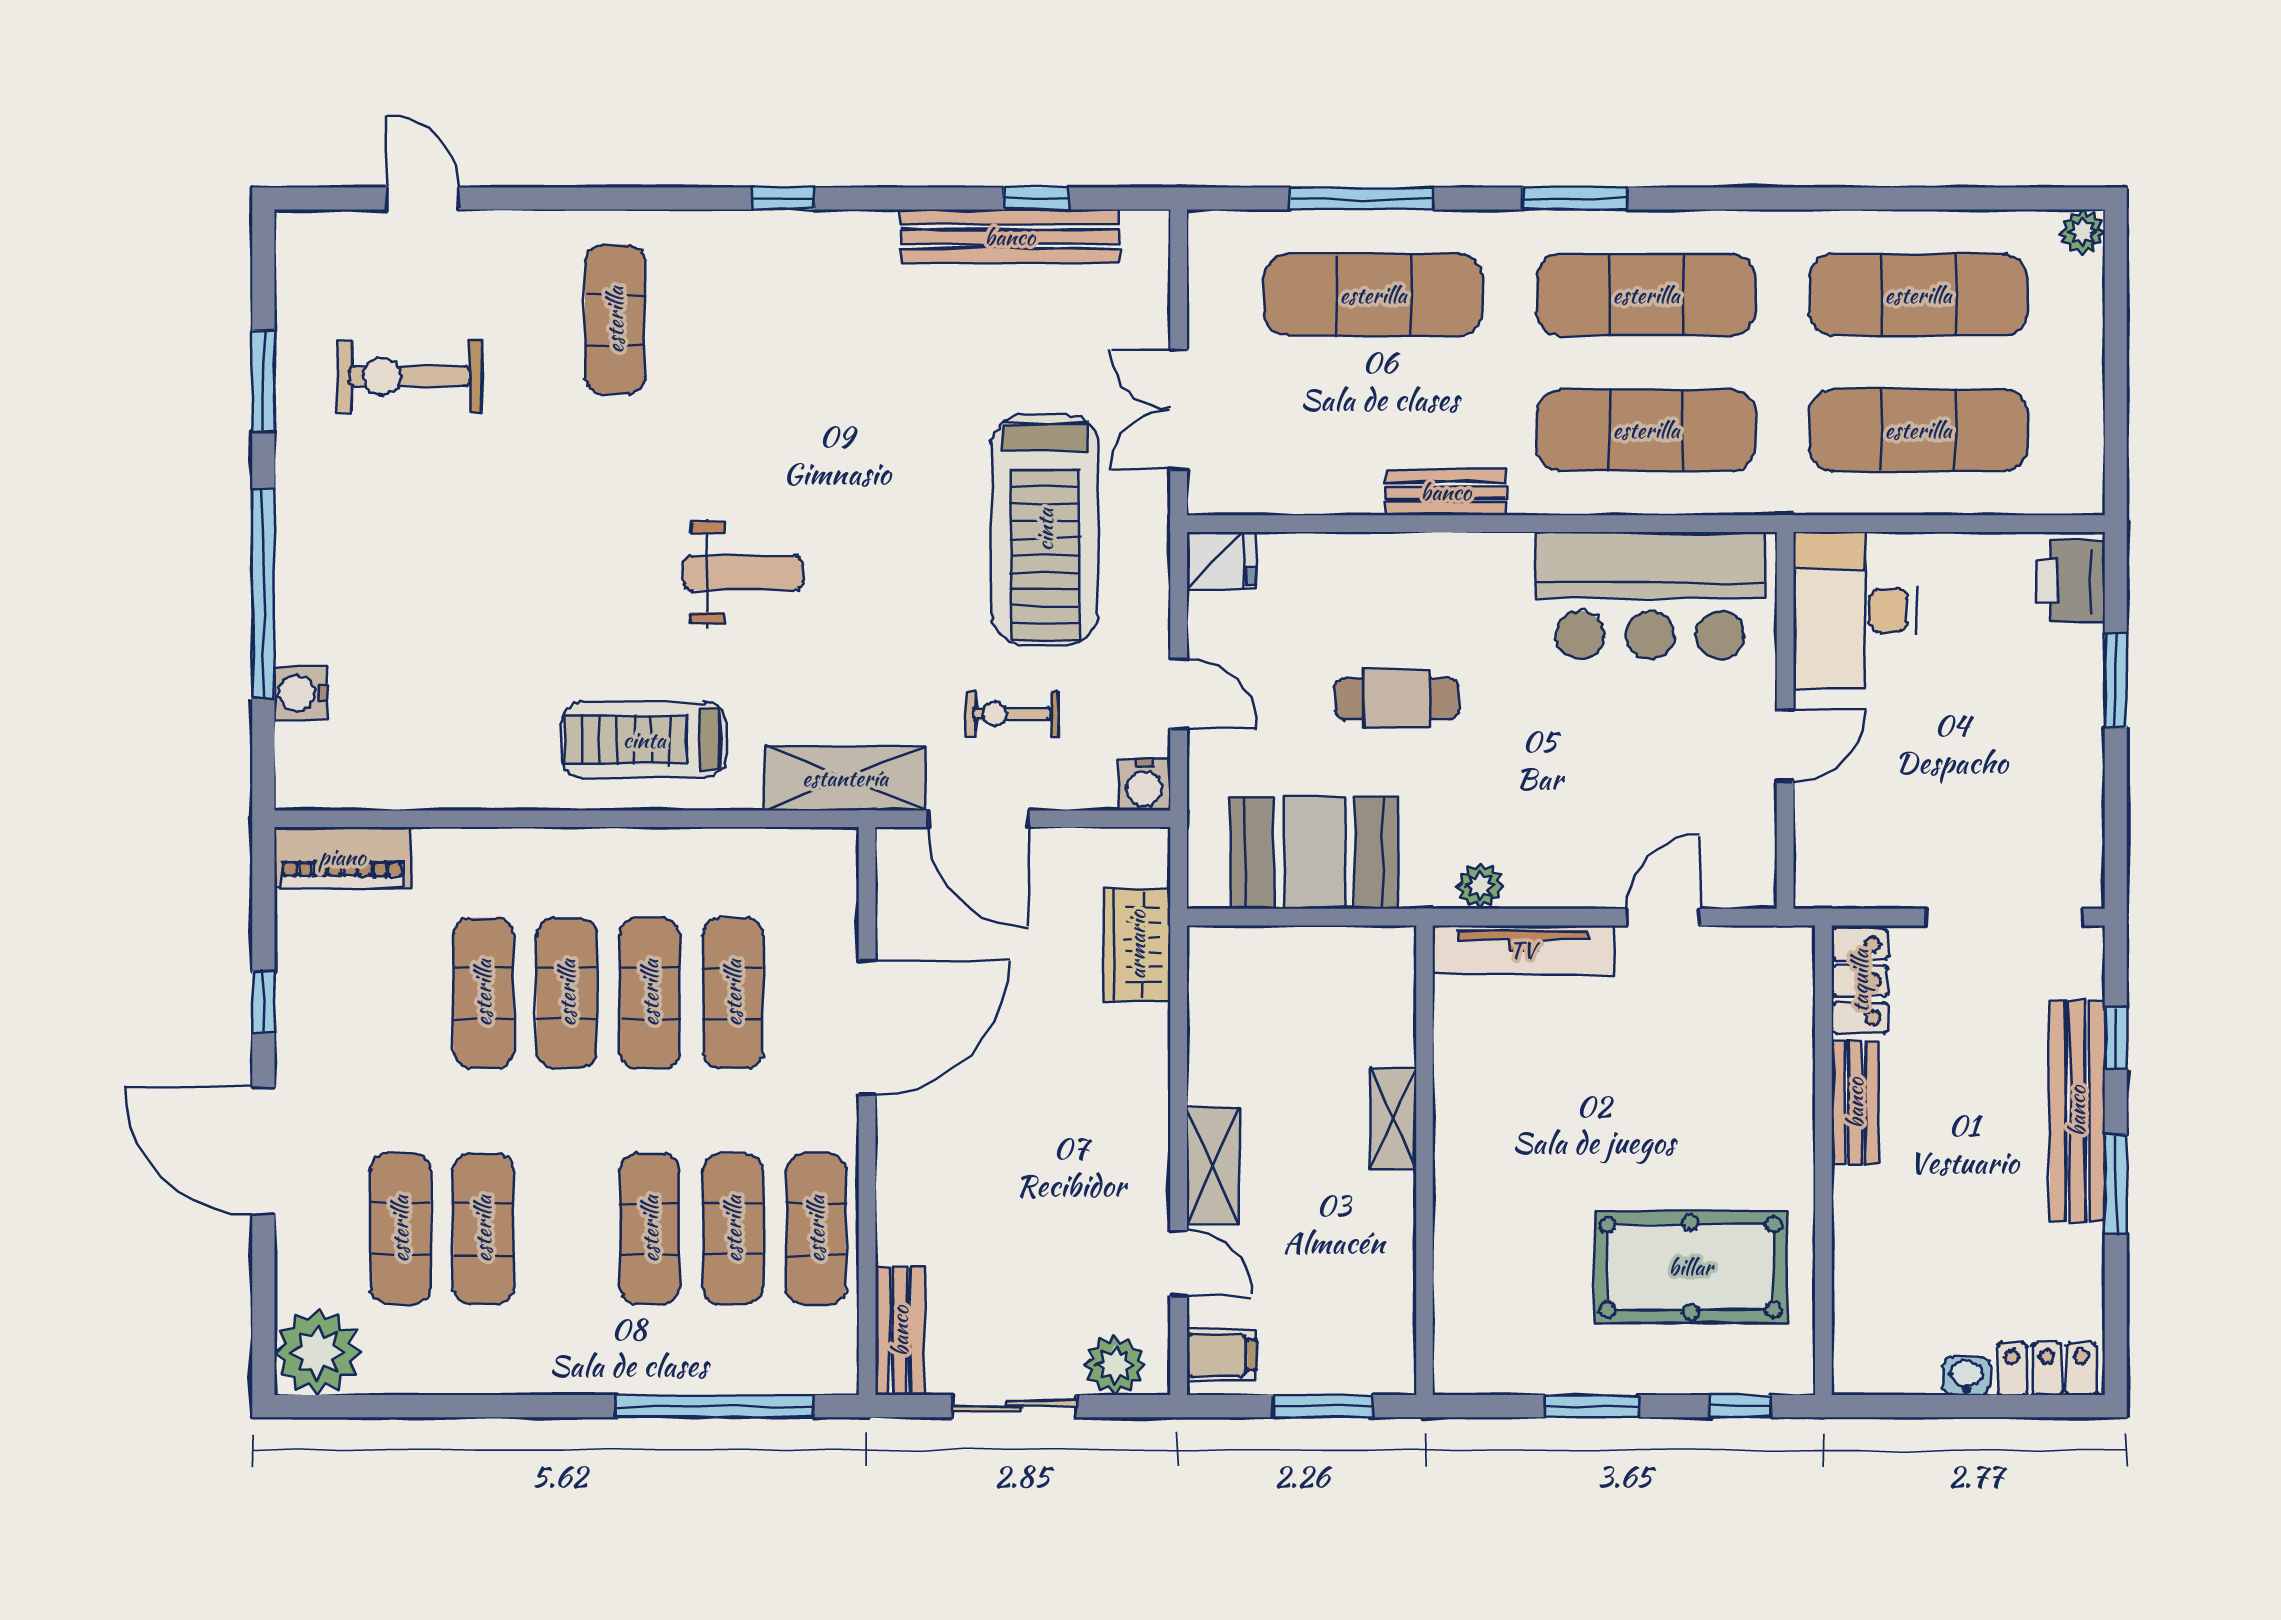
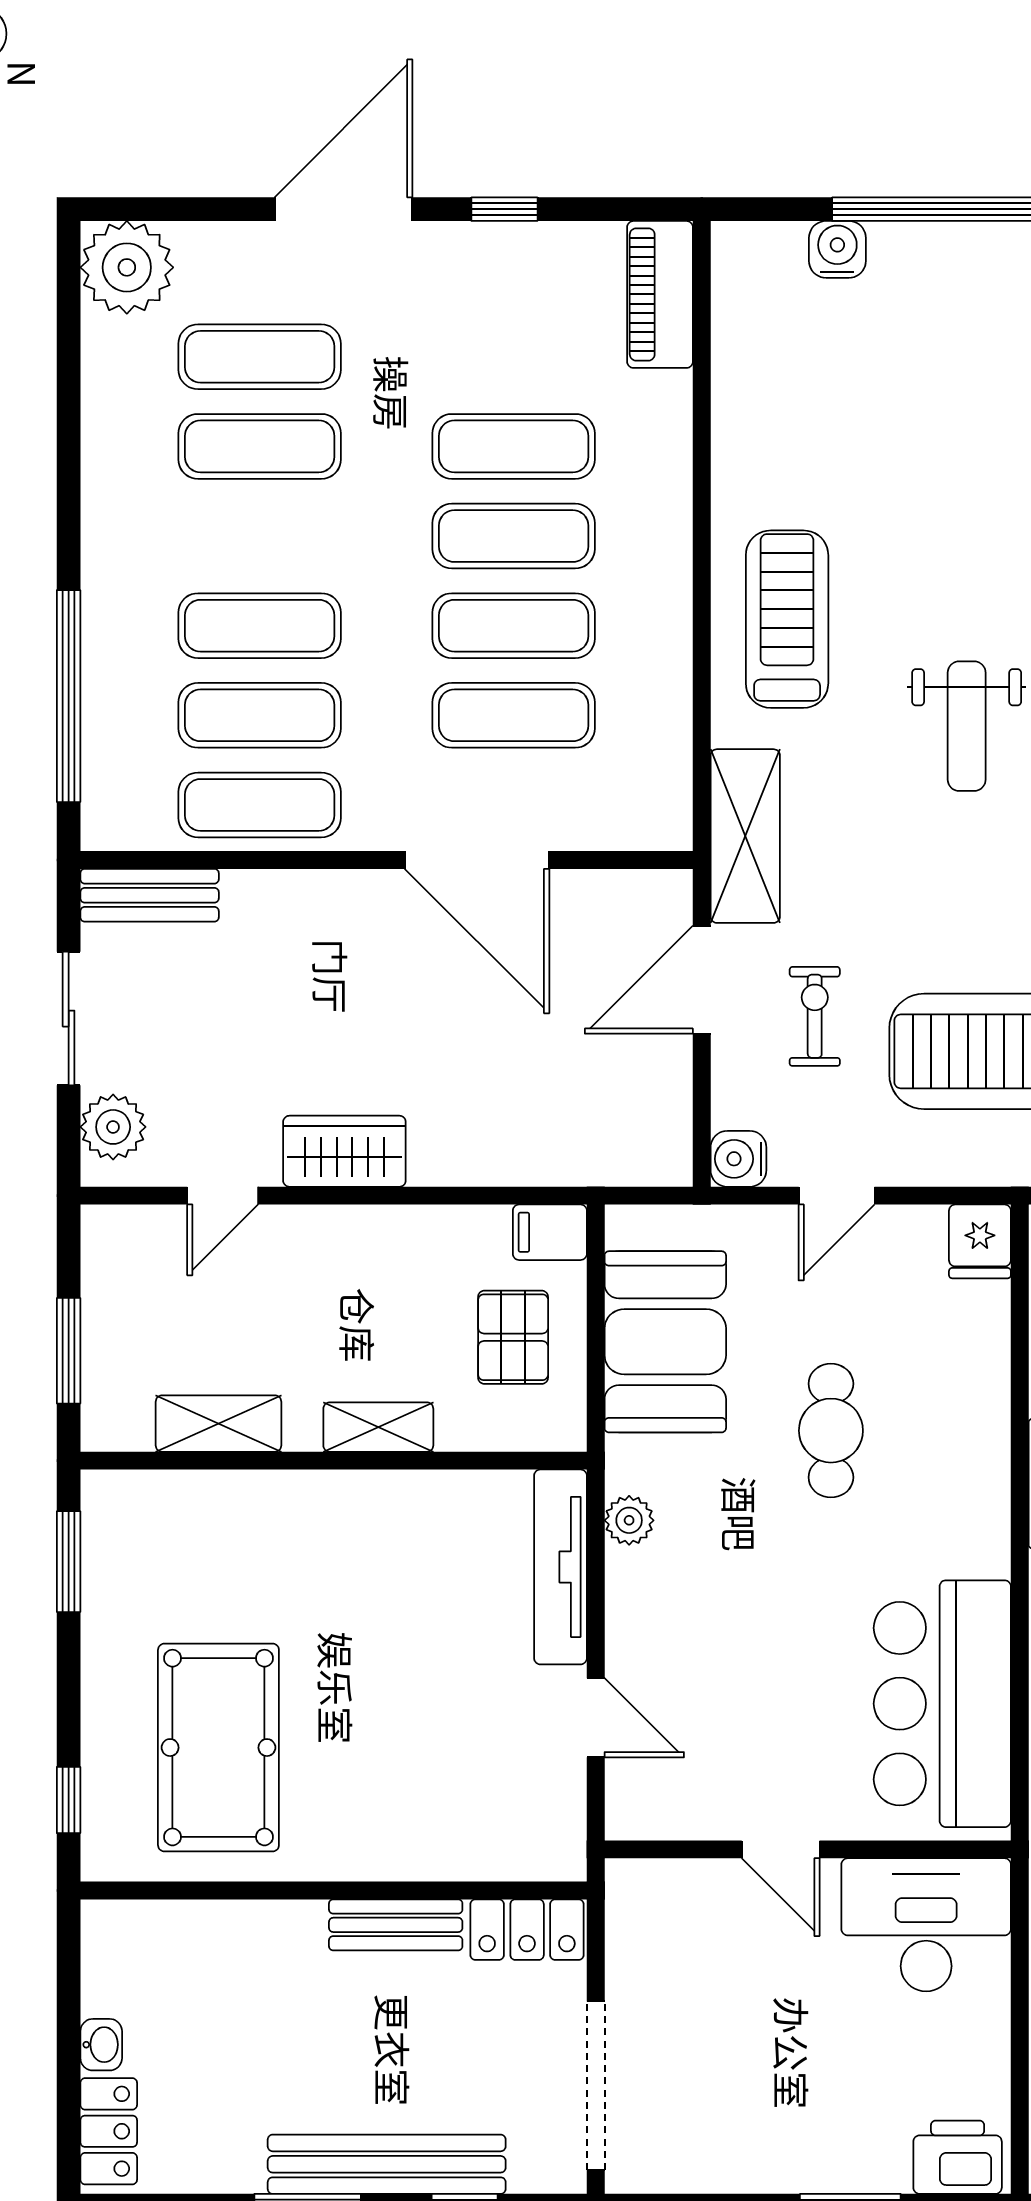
wardrobe: (1137, 945) -> (344, 1151), moved
pallet: (1310, 994) -> (513, 1337), added
shelving: (1213, 1166) -> (219, 1424), moved
filing cabinet: (1221, 1355) -> (550, 1232), moved, turned 90
window: (1591, 1406) -> (69, 1562), moved

